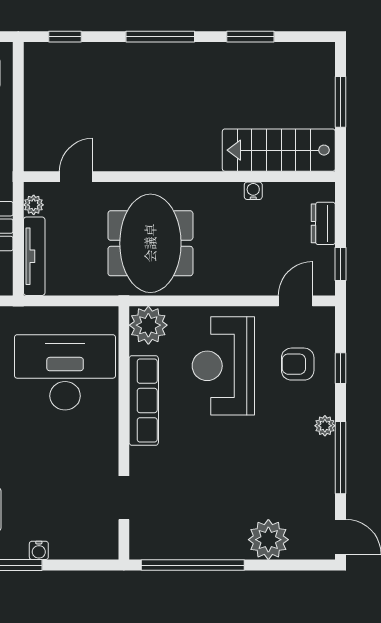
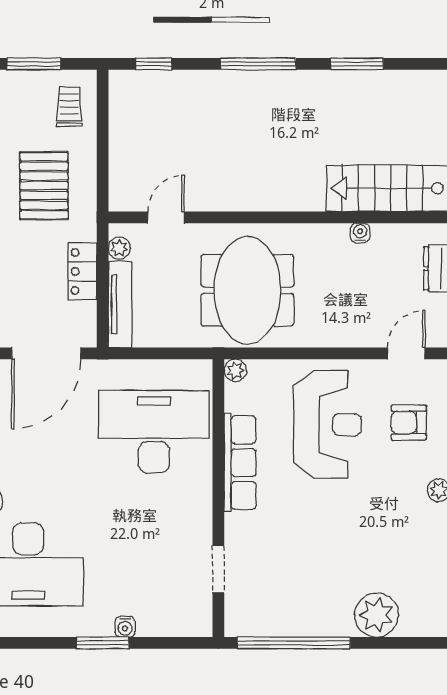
plant: (148, 325) -> (235, 370), width x0.53, depth x0.53
reception desk: (223, 366) -> (327, 425), turned 180

